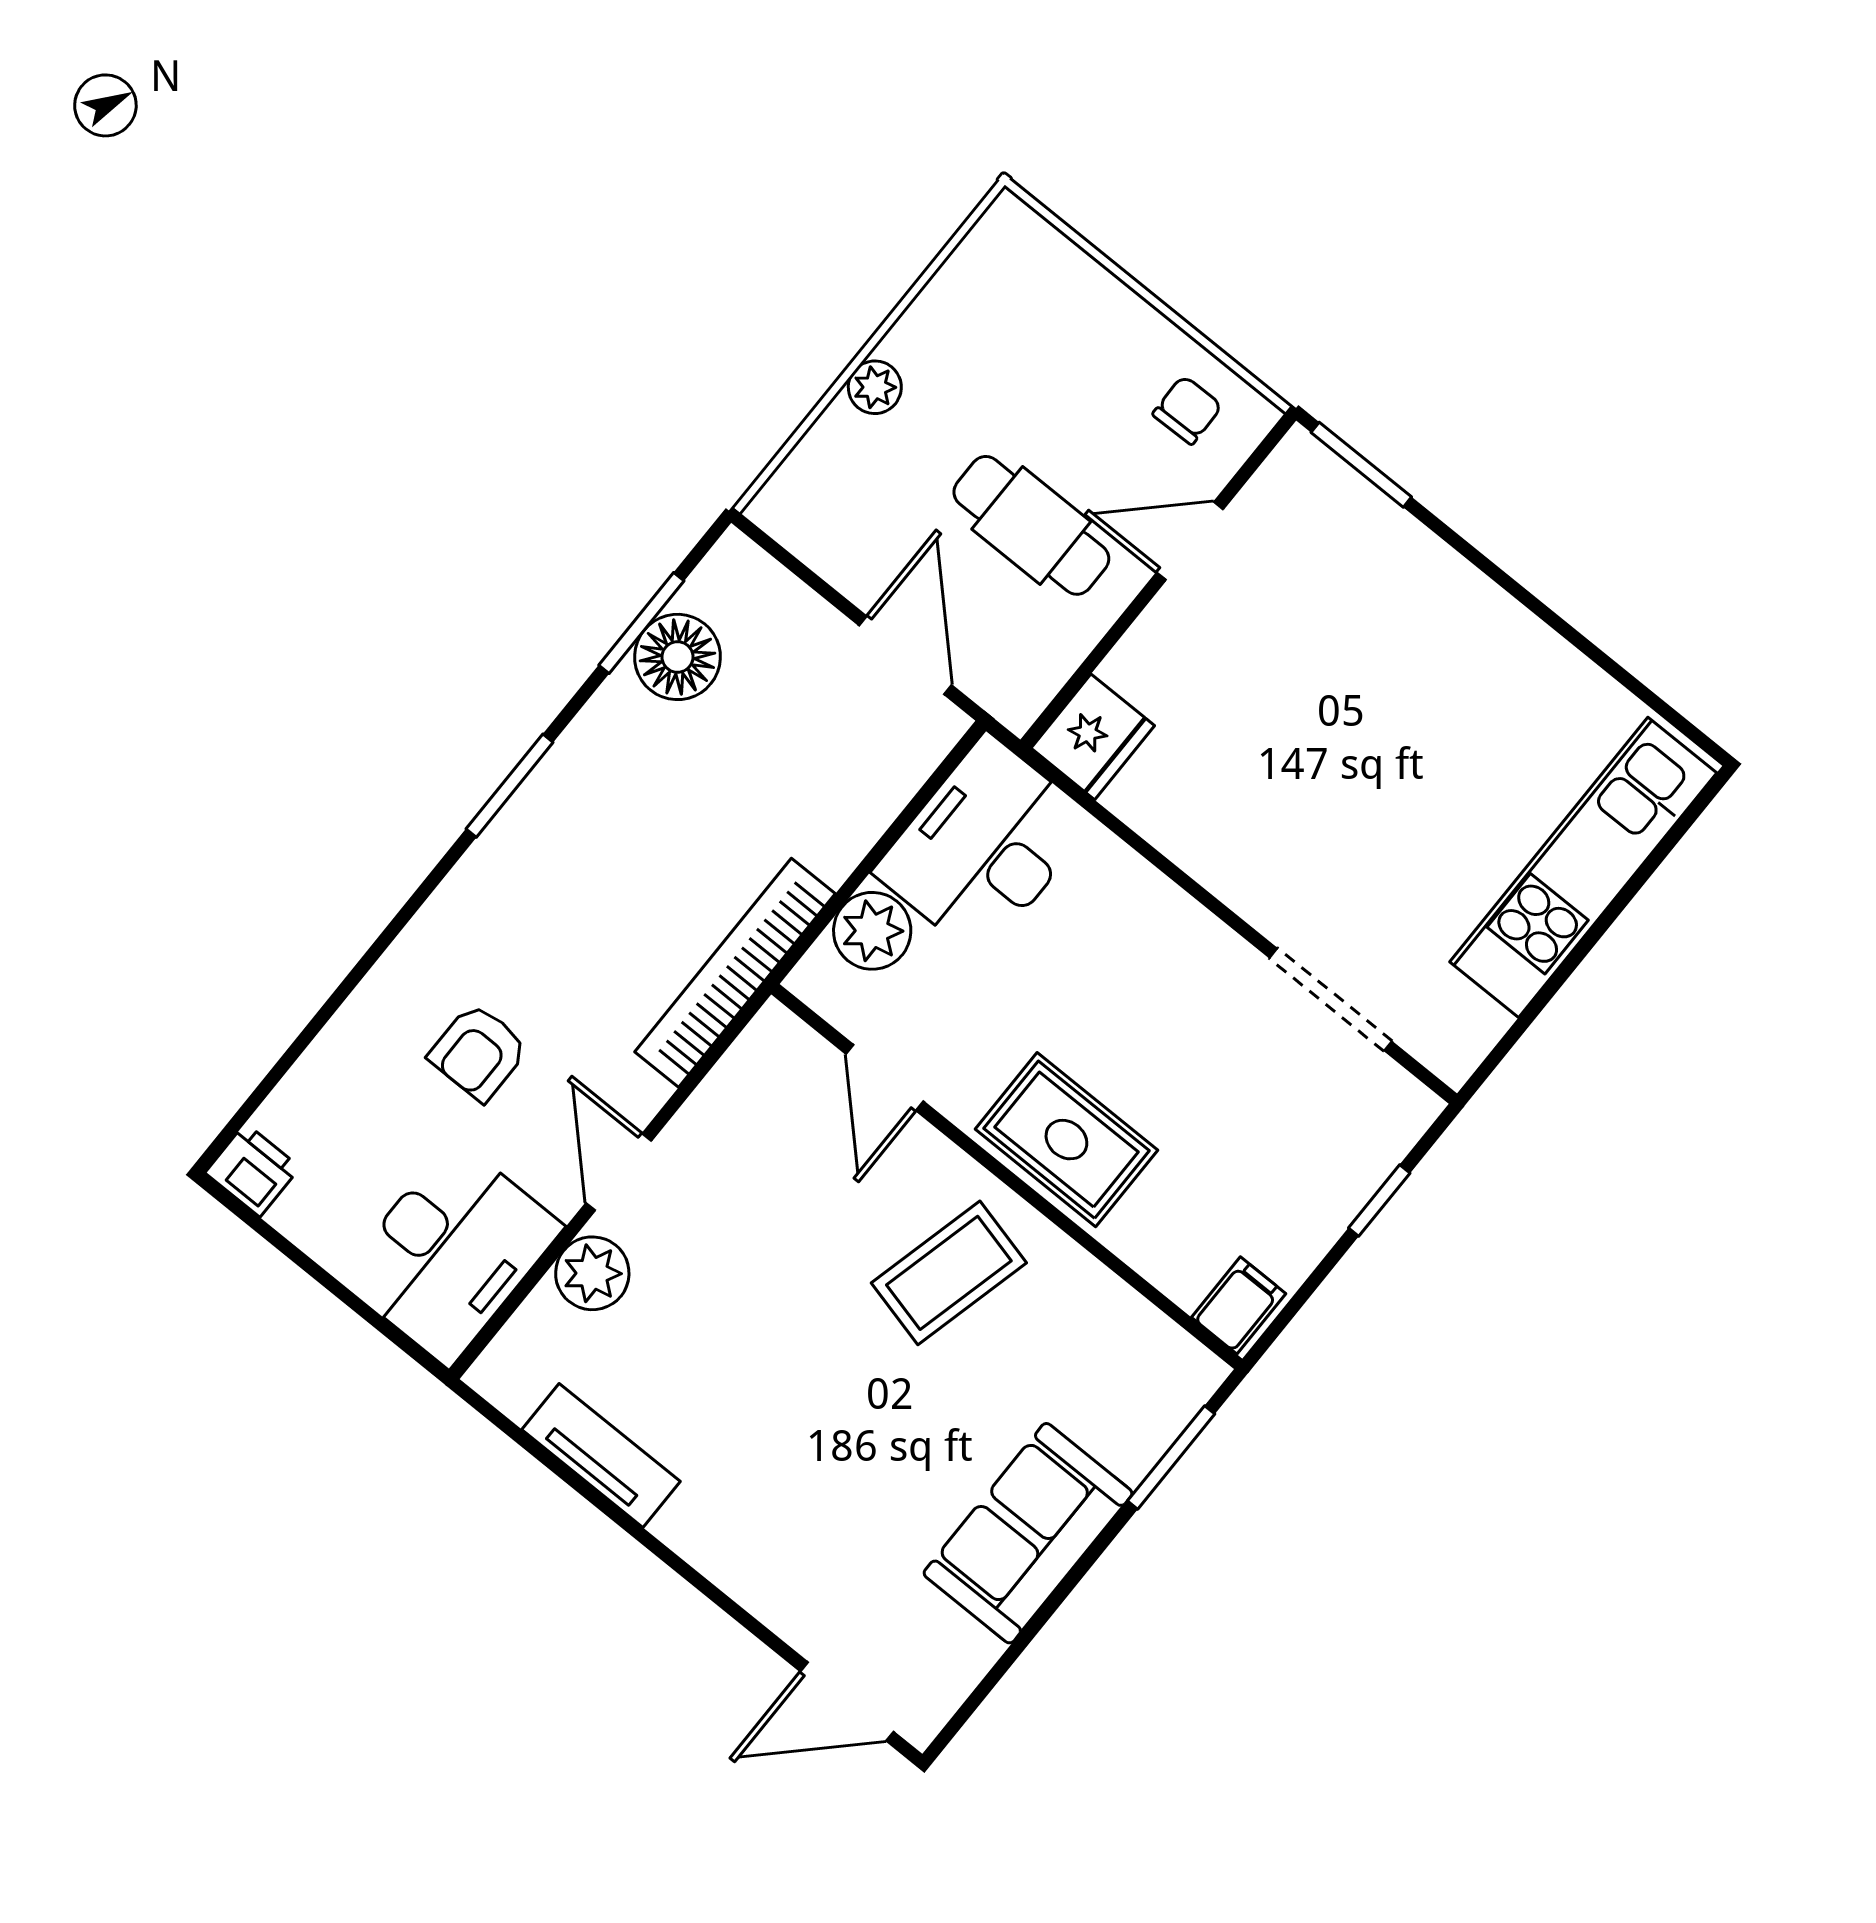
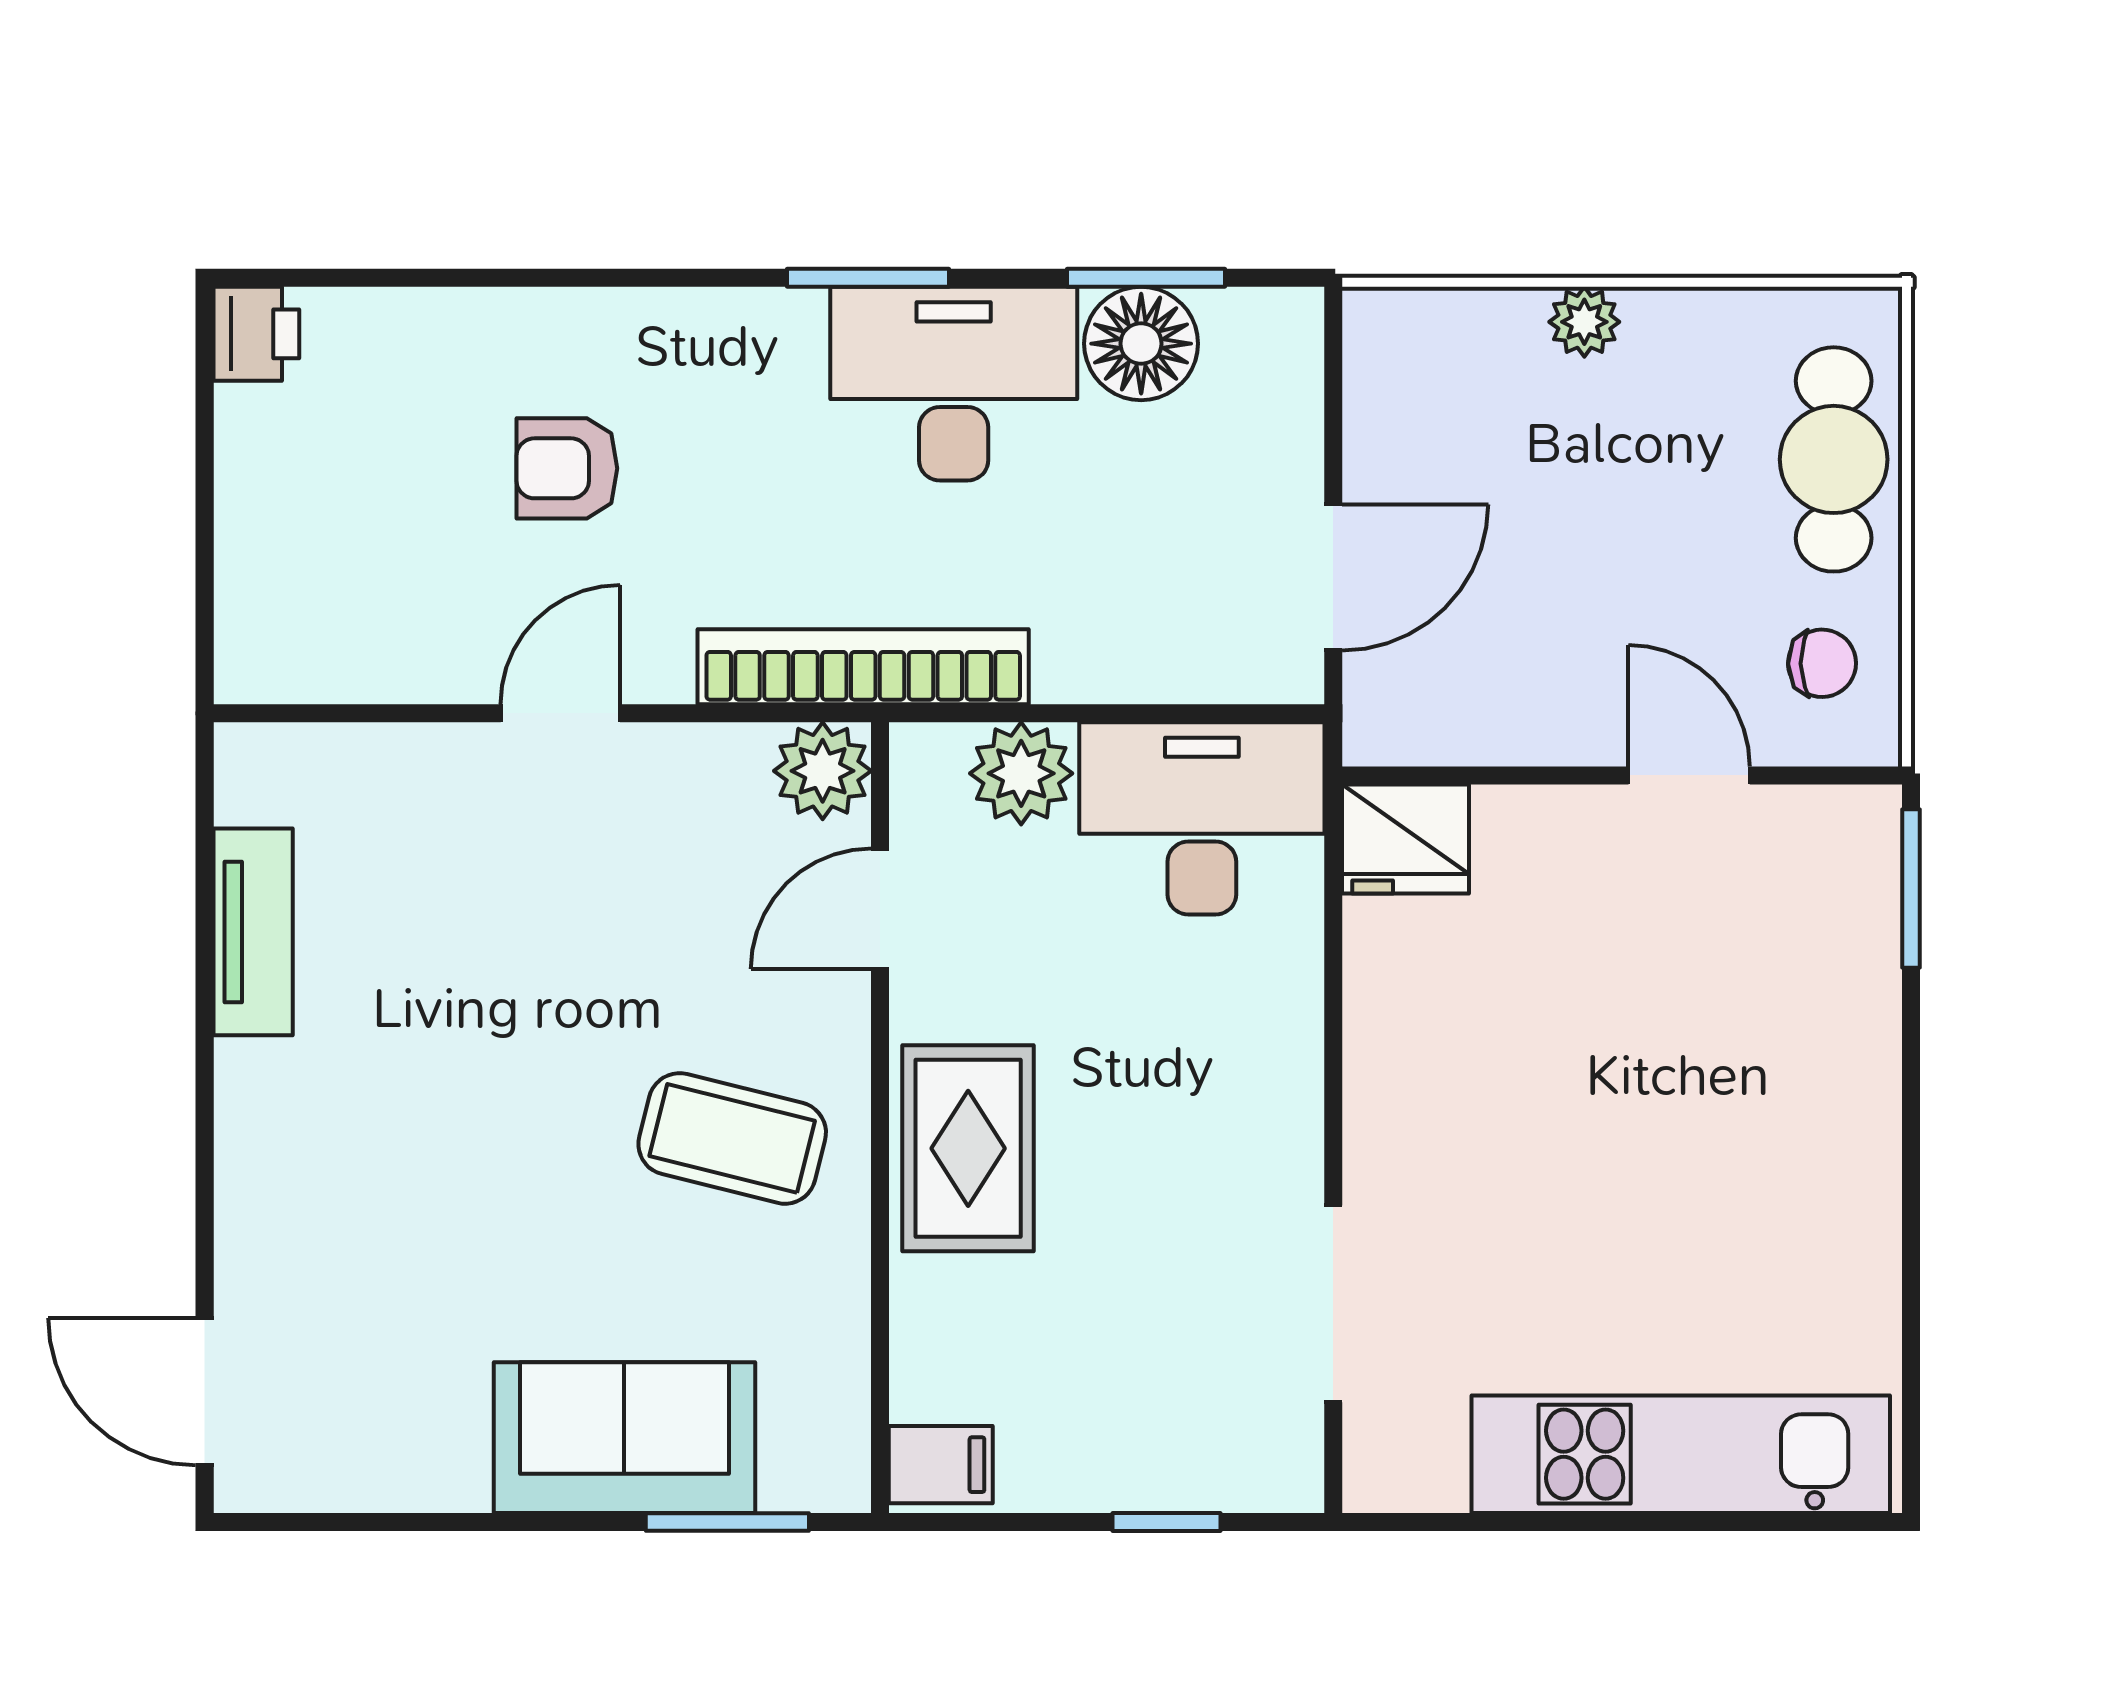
cafe table: (1031, 525) -> (1834, 459), moved
desk: (451, 1253) -> (954, 384), moved, turned 180
plant: (592, 1273) -> (823, 771), moved
sofa: (1028, 1533) -> (624, 1438), moved

